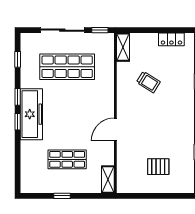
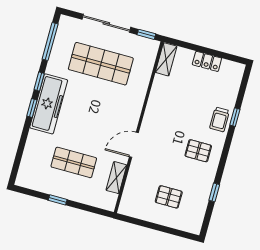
locker: (171, 39) -> (207, 61), moved
window: (18, 59) -> (50, 41), width x2.17
trolley: (148, 82) -> (220, 119), moved, turned 58
pallet: (173, 119) -> (198, 151), added
shelving: (108, 180) -> (116, 178), moved

